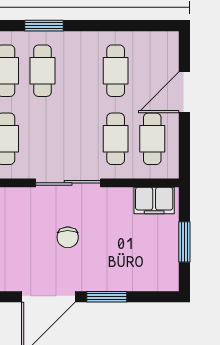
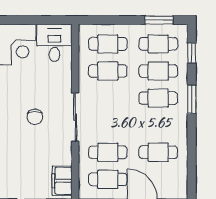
chair: (68, 237) -> (35, 117), turned -90

